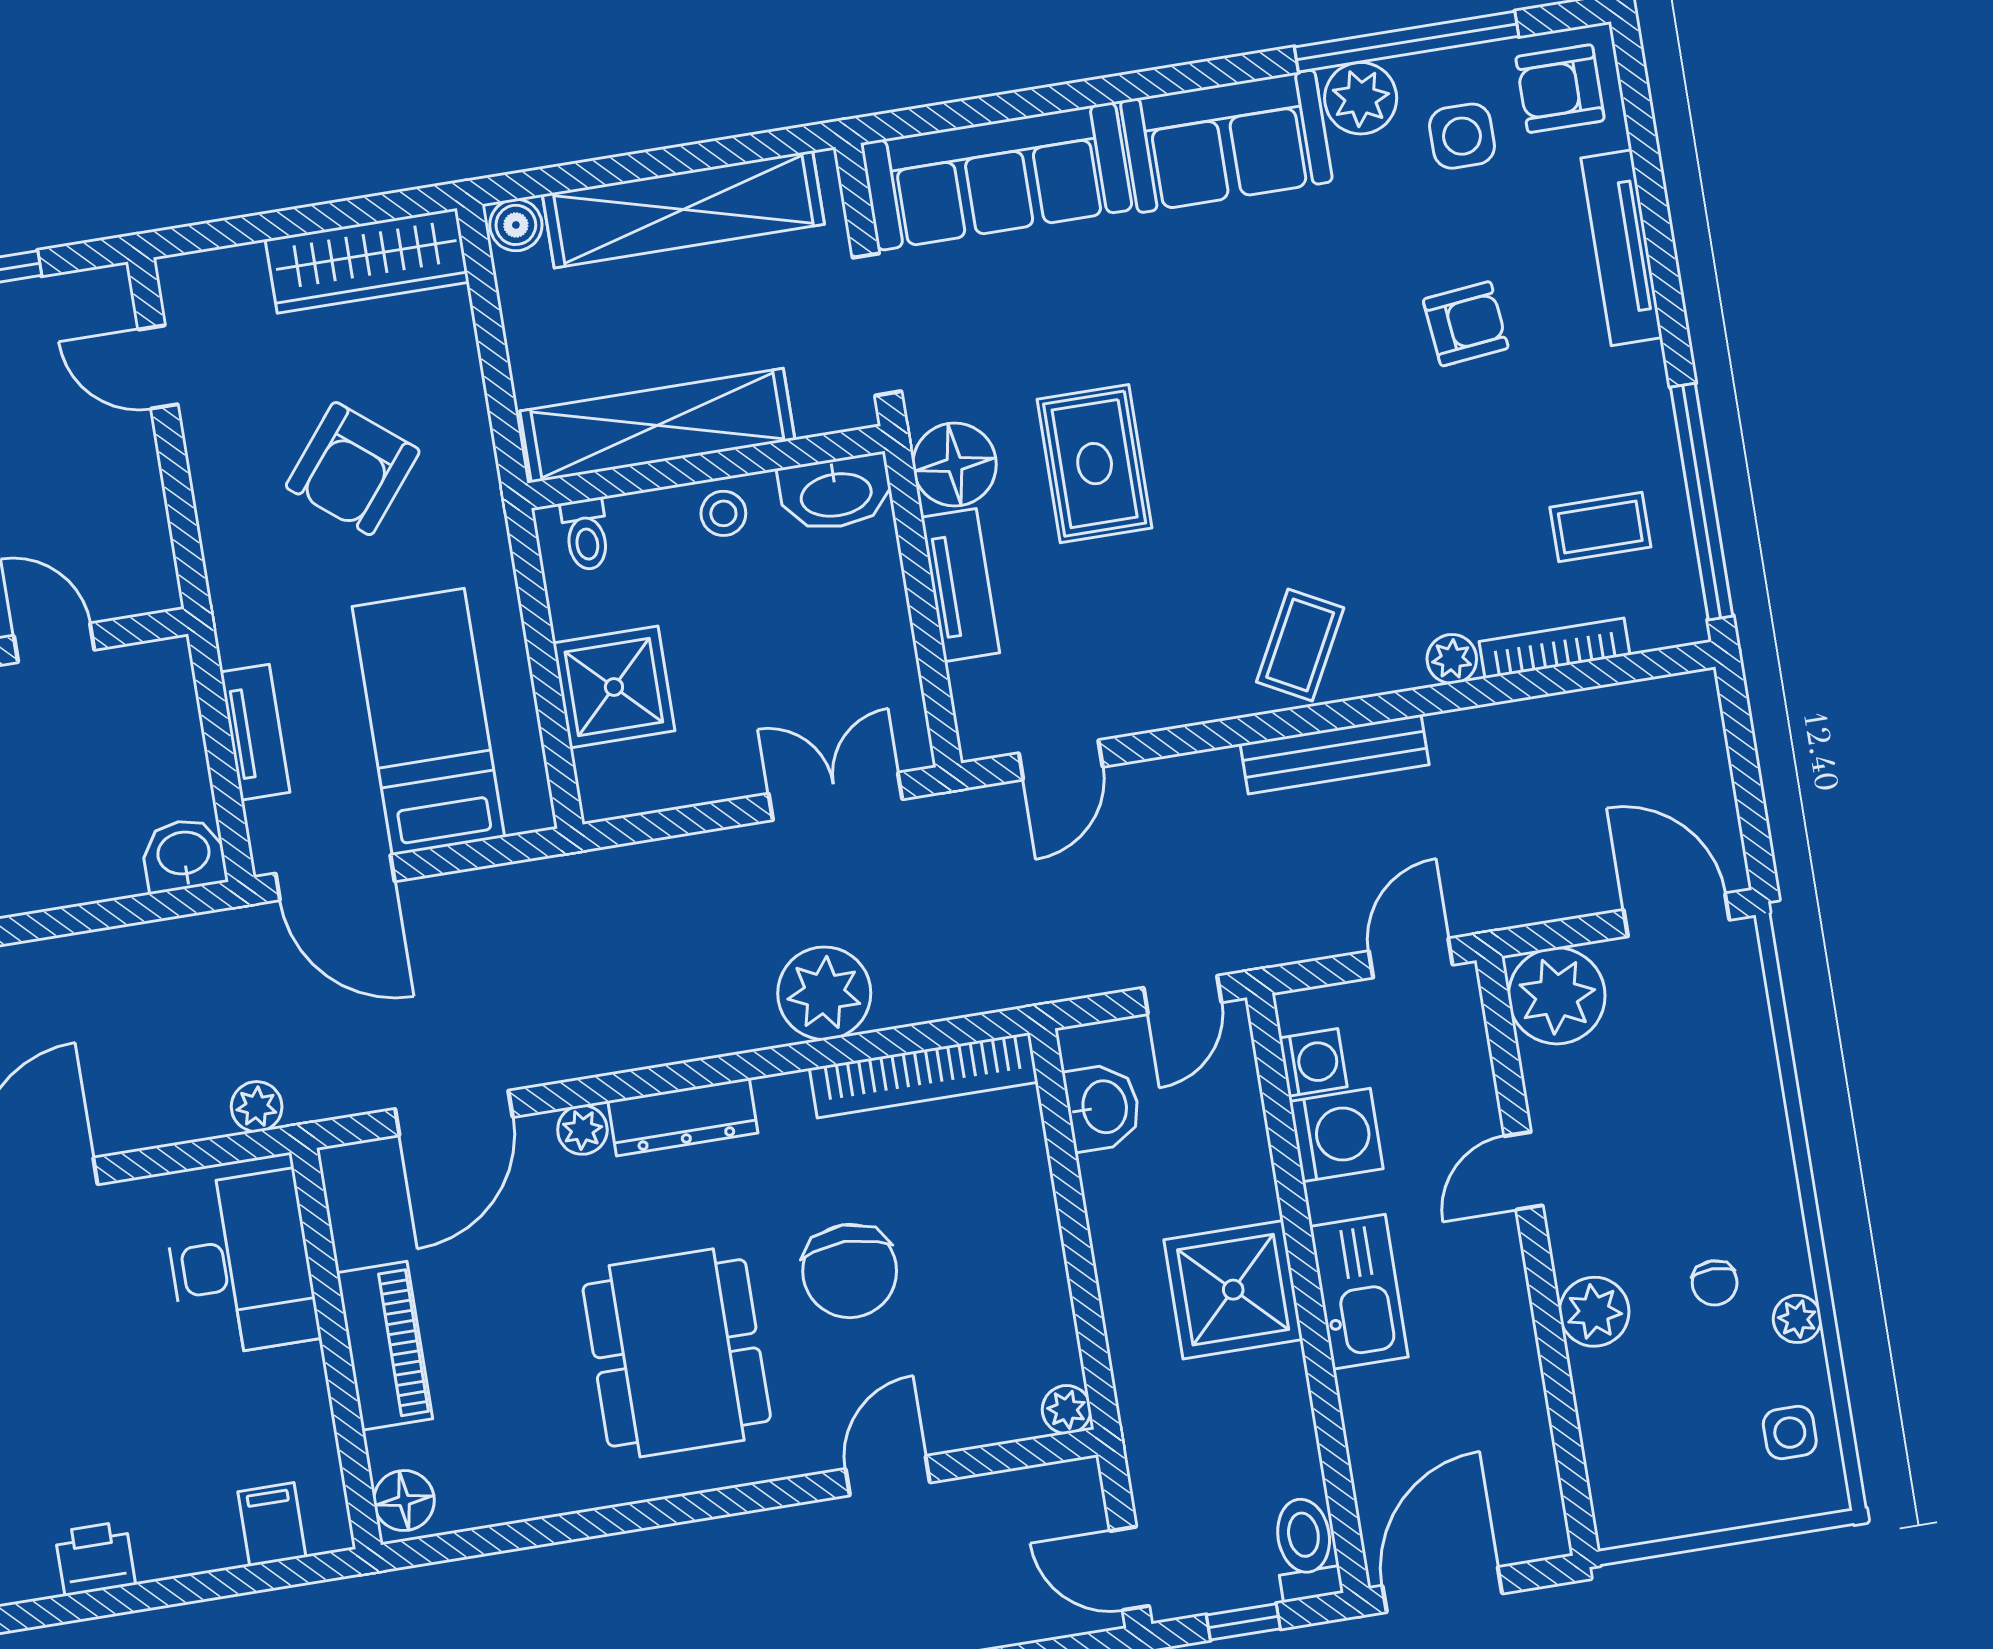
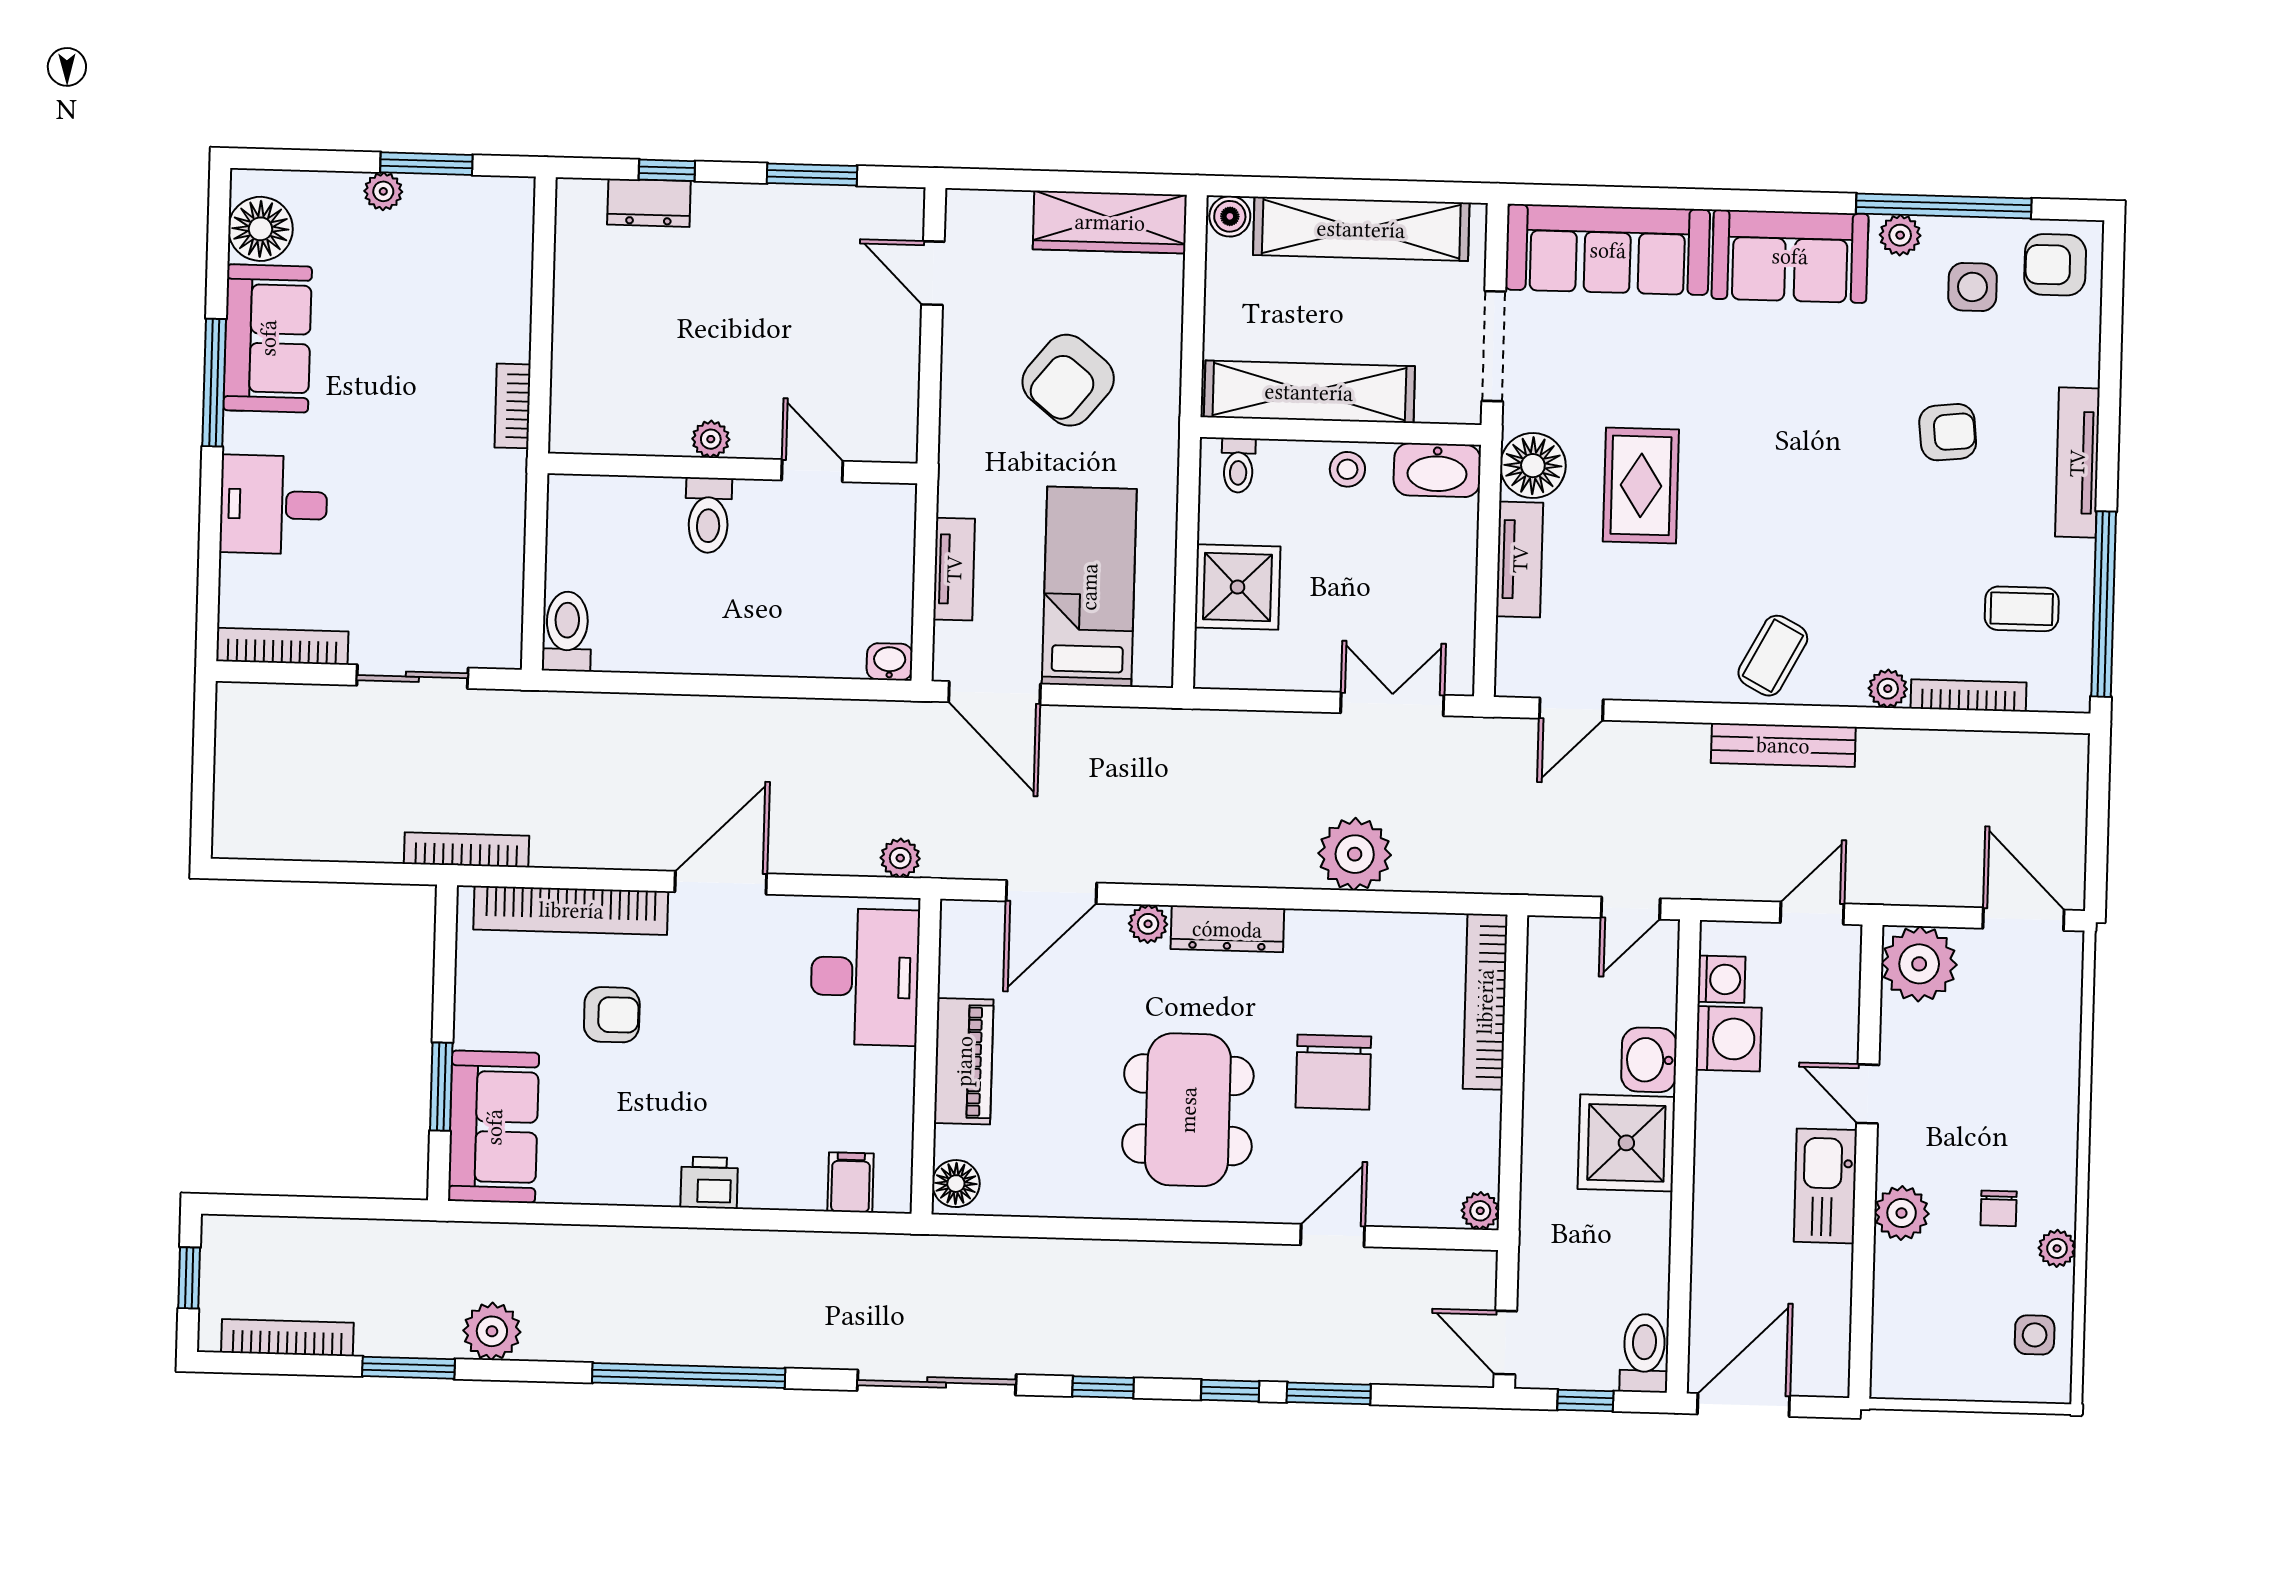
plant: (1361, 98) -> (1900, 235), width x0.73, depth x0.73
tv unit: (1622, 248) -> (2077, 463), moved
washbasin: (184, 855) -> (890, 662), width x0.72, depth x0.69
bookcase: (924, 1075) -> (1485, 1002), moved, turned 90
washbasin: (1103, 1107) -> (1649, 1060), moved, turned 180
door: (1524, 1171) -> (1868, 1094), hinge flipped
kitchen sink: (1359, 1292) -> (1825, 1186), moved, turned 180

